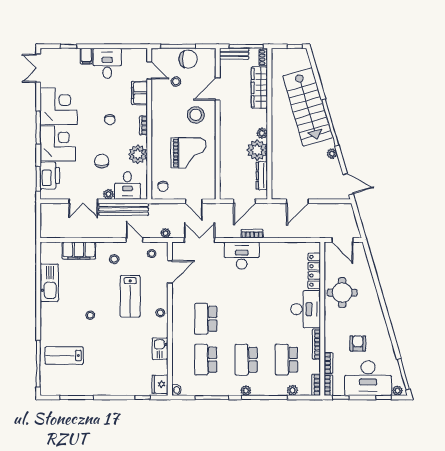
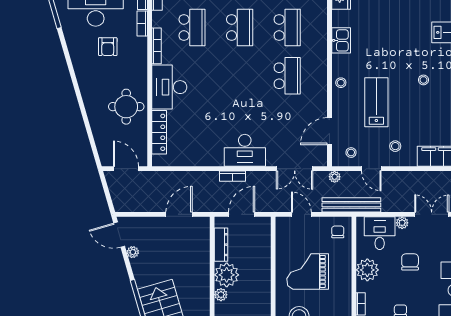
plant: (332, 154) -> (133, 252), moved
chair: (102, 161) -> (410, 262), turned 180
bench: (124, 209) -> (351, 205), moved

